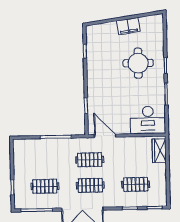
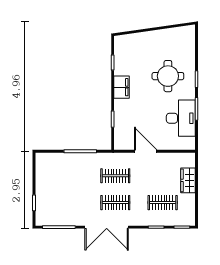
filing cabinet: (128, 26) -> (121, 87), moved, turned -82
desk: (148, 120) -> (181, 118), moved, turned -90
door: (105, 136) -> (146, 151), moved
wardrobe: (159, 151) -> (188, 180), moved
clothes rail: (45, 186) -> (68, 203), removed

